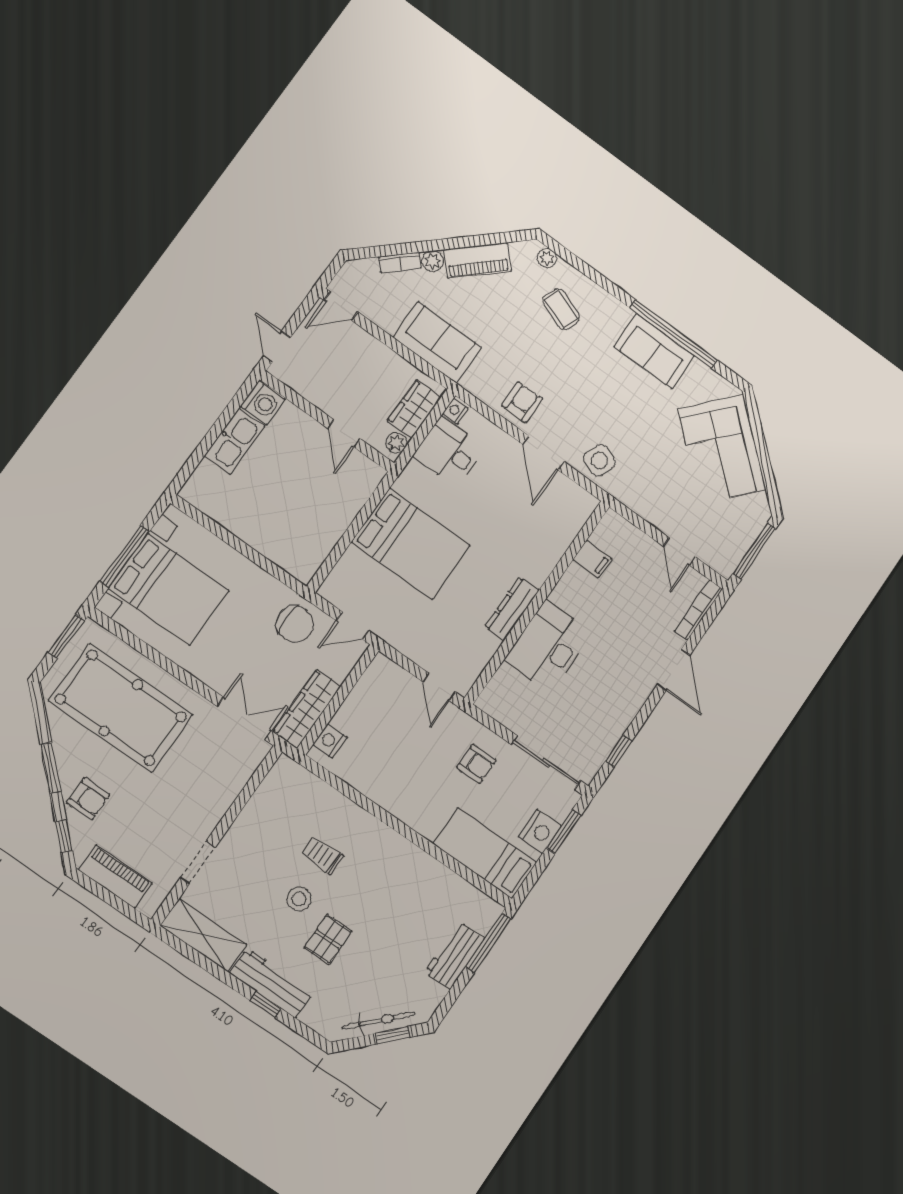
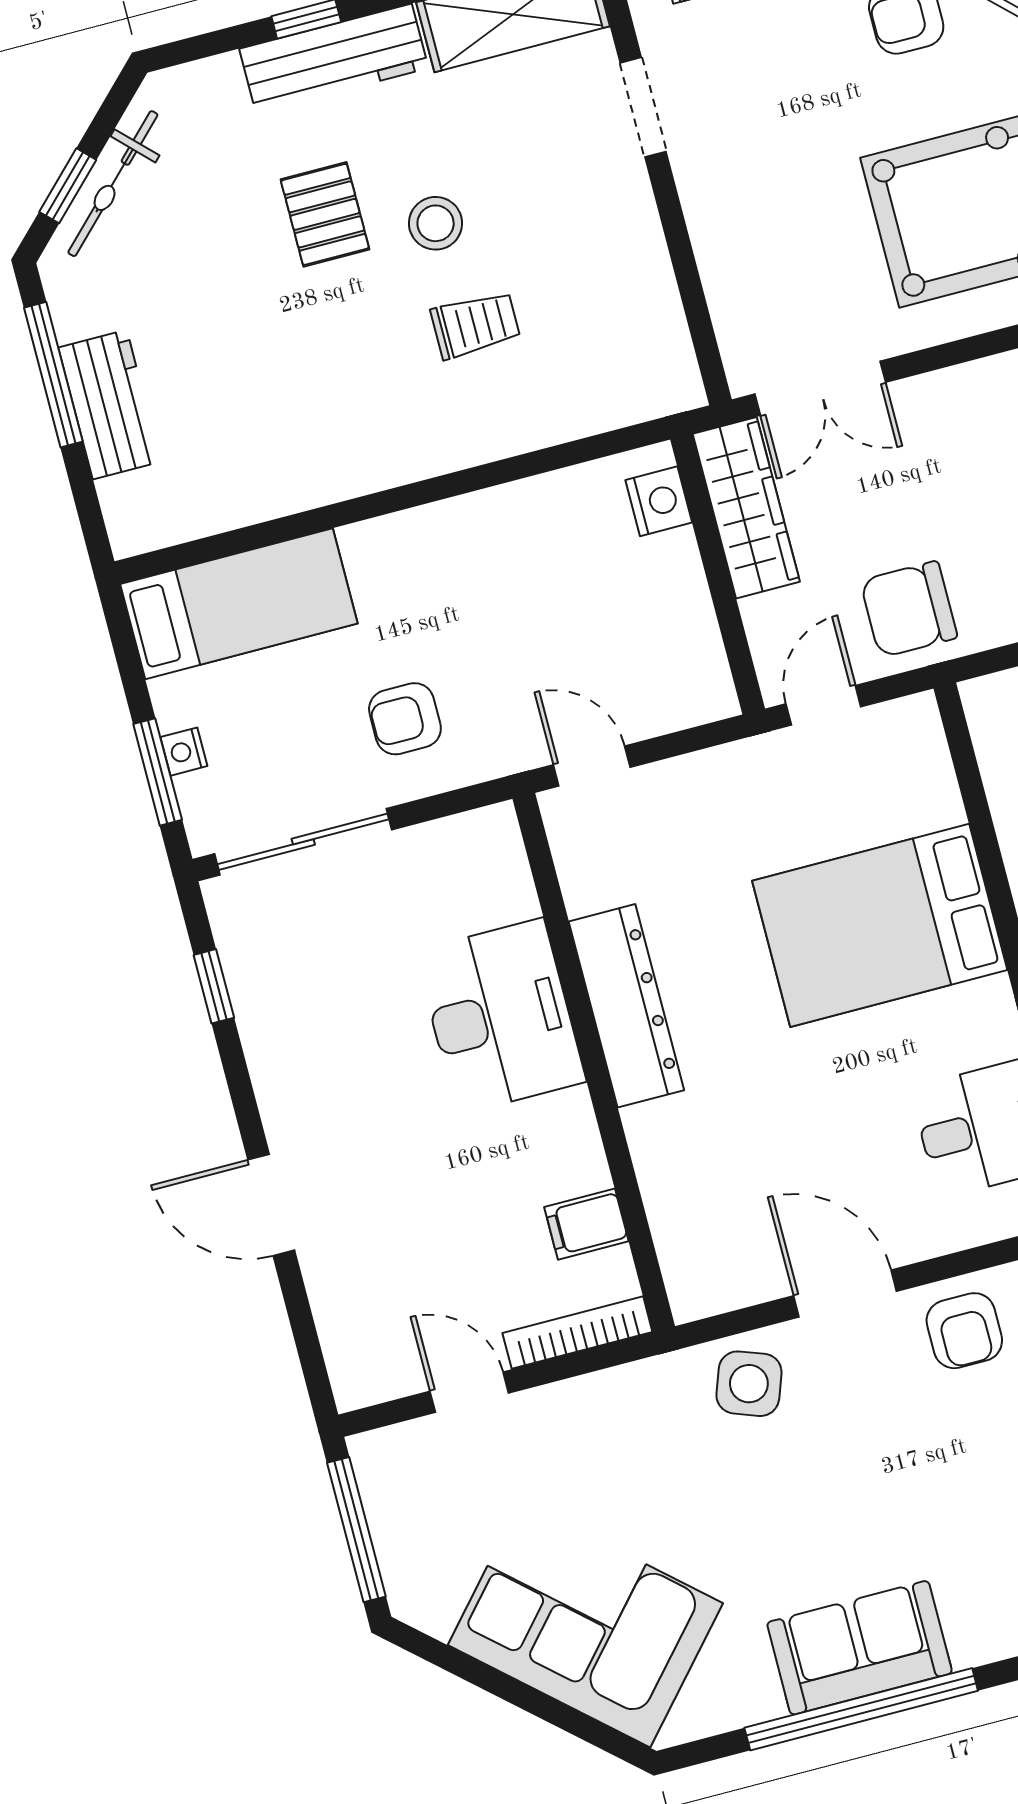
dresser: (512, 609) -> (626, 1006), width x1.37, depth x1.24
bookcase: (699, 610) -> (577, 1333), moved, turned -90
nightstand: (540, 831) -> (184, 752), width x0.53, depth x0.56
window: (488, 943) -> (53, 375), moved

